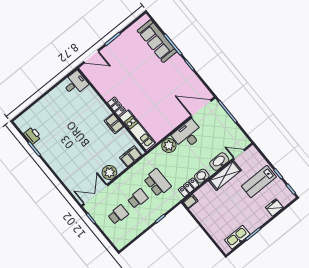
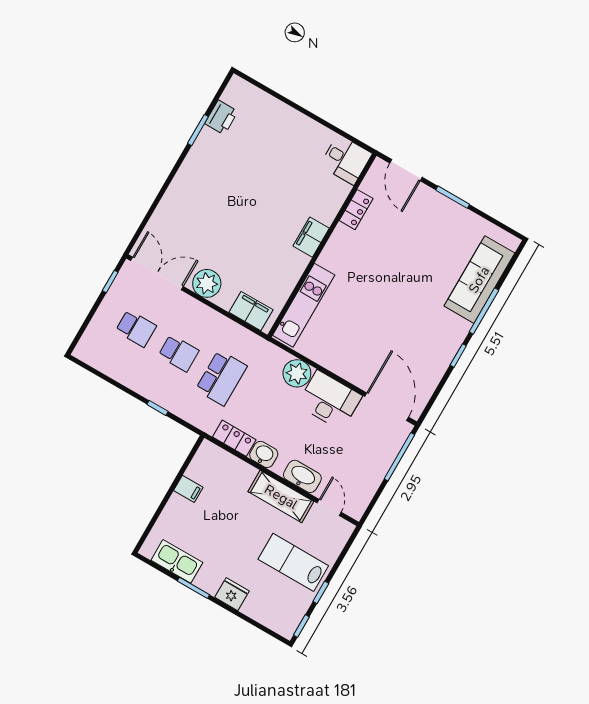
locker: (116, 106) -> (356, 210), moved
filing cabinet: (114, 124) -> (311, 237), moved
filing cabinet: (191, 201) -> (188, 489), moved
fridge: (274, 207) -> (232, 594), moved

